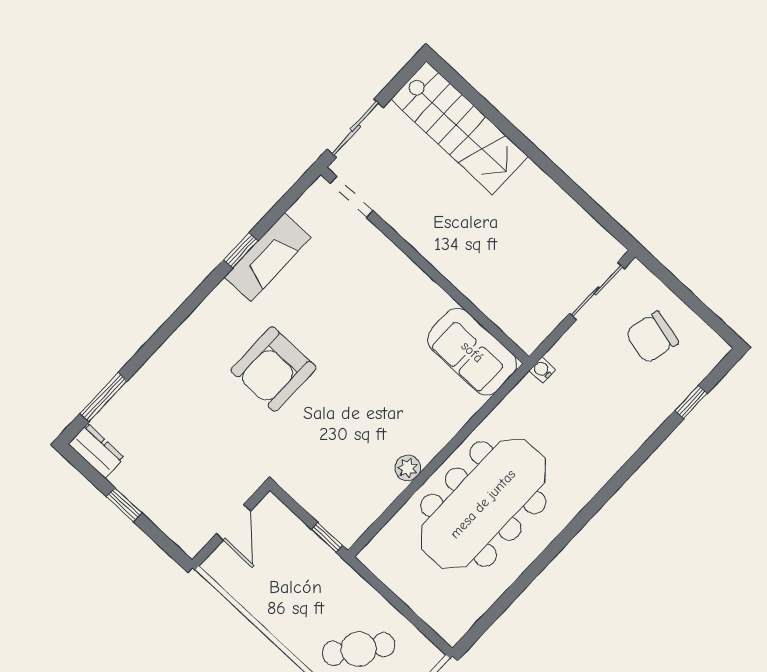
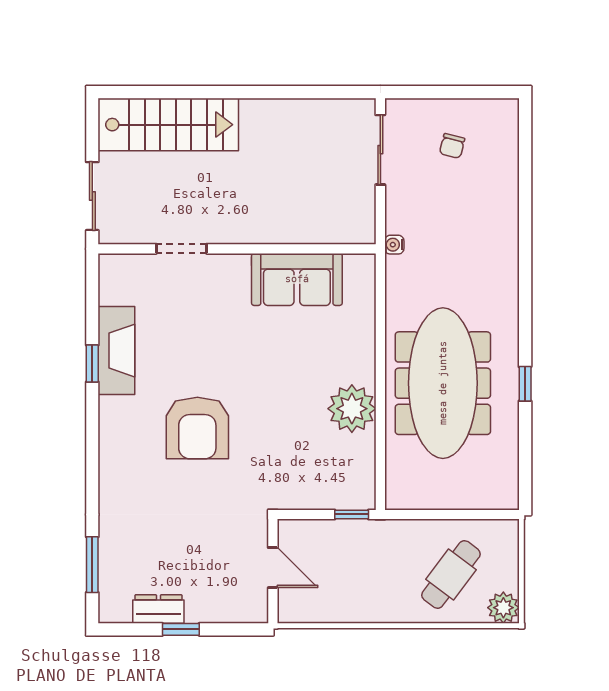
doorway: (352, 197) -> (181, 249), moved
chair: (652, 337) -> (452, 146), width x0.54, depth x0.54
sofa: (472, 352) -> (297, 279), moved
window: (691, 402) -> (525, 384), moved
dresser: (96, 451) -> (158, 609), moved
plant: (408, 468) -> (352, 409), width x1.88, depth x1.88

